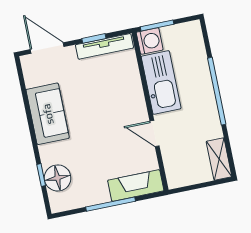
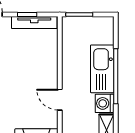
washing machine: (150, 41) -> (105, 103), moved, turned 180
kitchen sink: (161, 82) -> (102, 69), moved, turned 180

